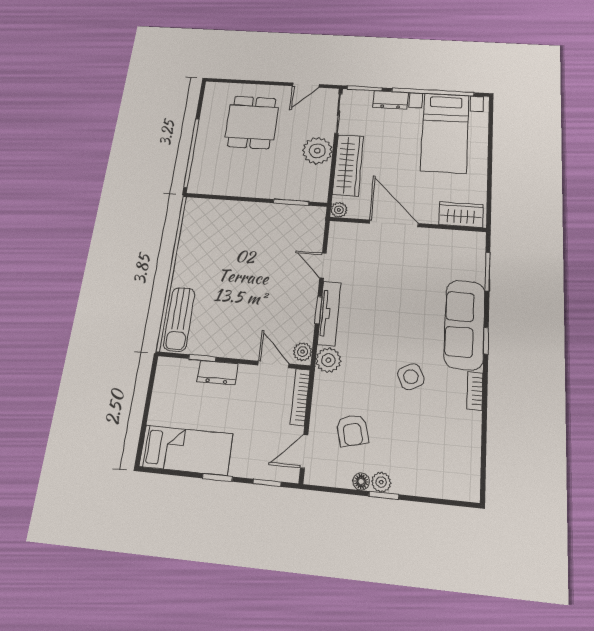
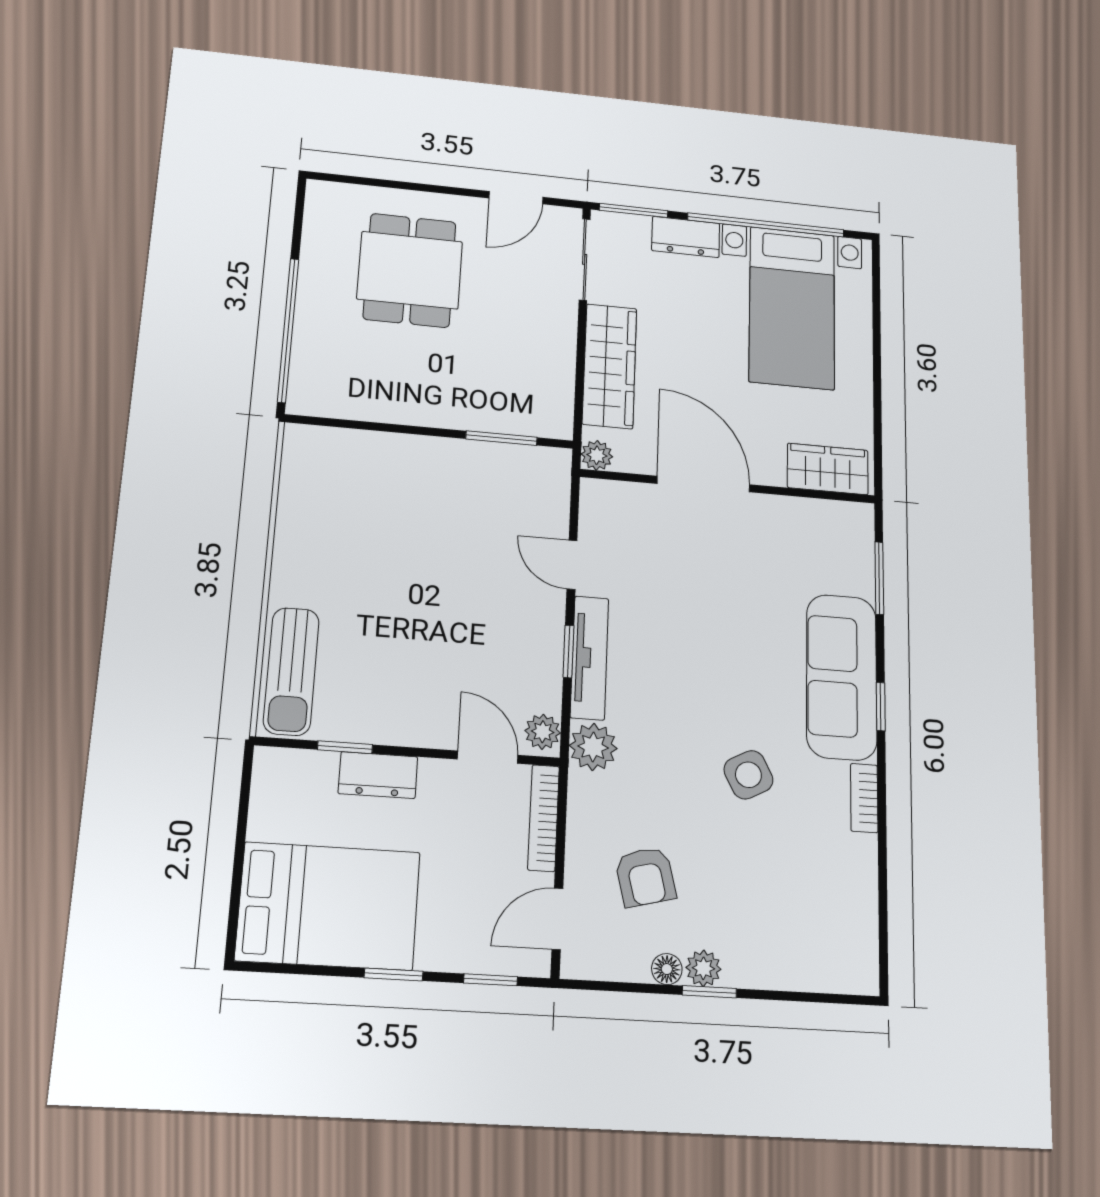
plant: (317, 151) -> (547, 335), removed
bed: (186, 450) -> (328, 906), width x1.50

